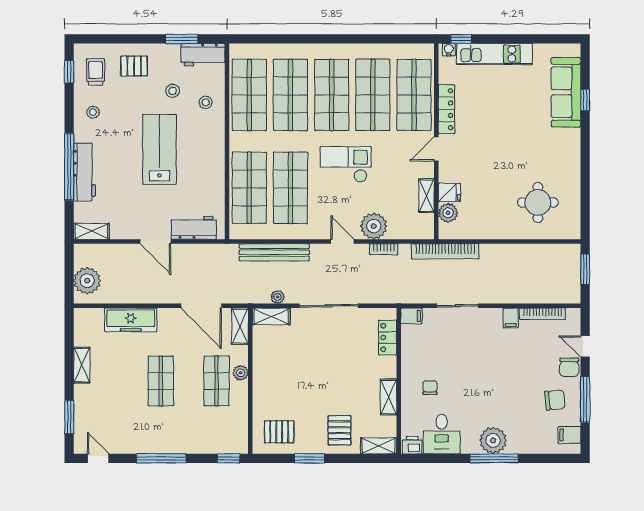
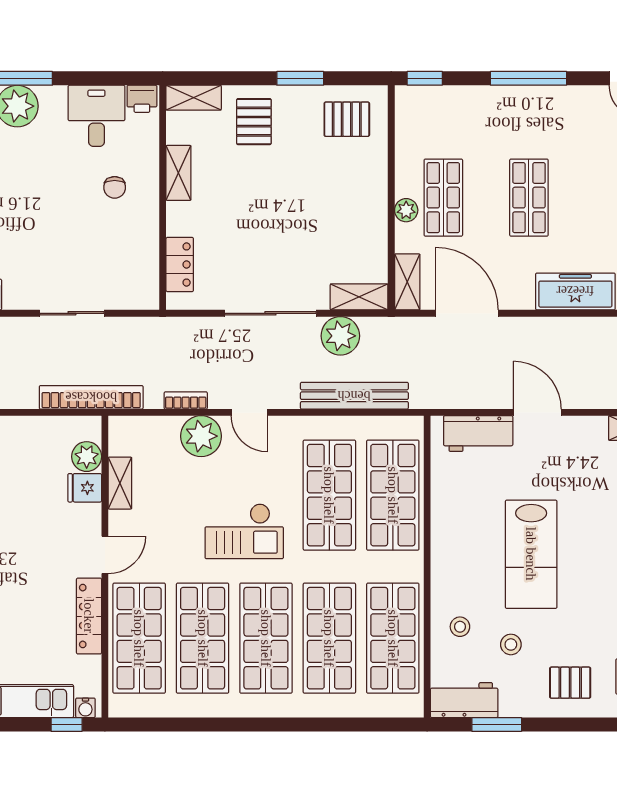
plant: (278, 297) -> (340, 336), width x1.88, depth x1.88
filing cabinet: (411, 316) -> (143, 298), removed

